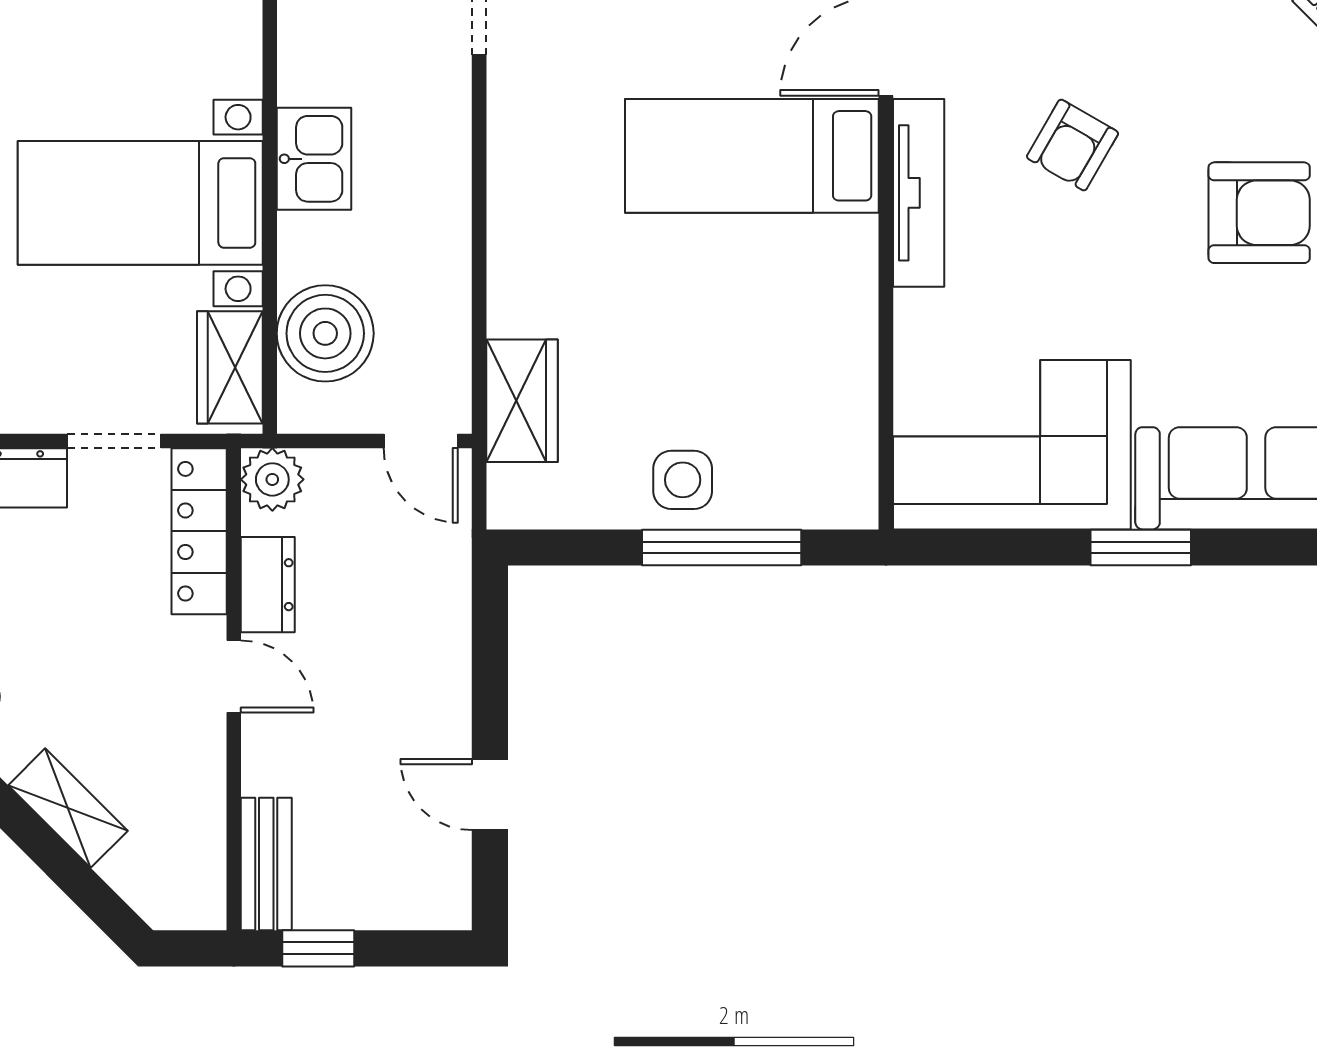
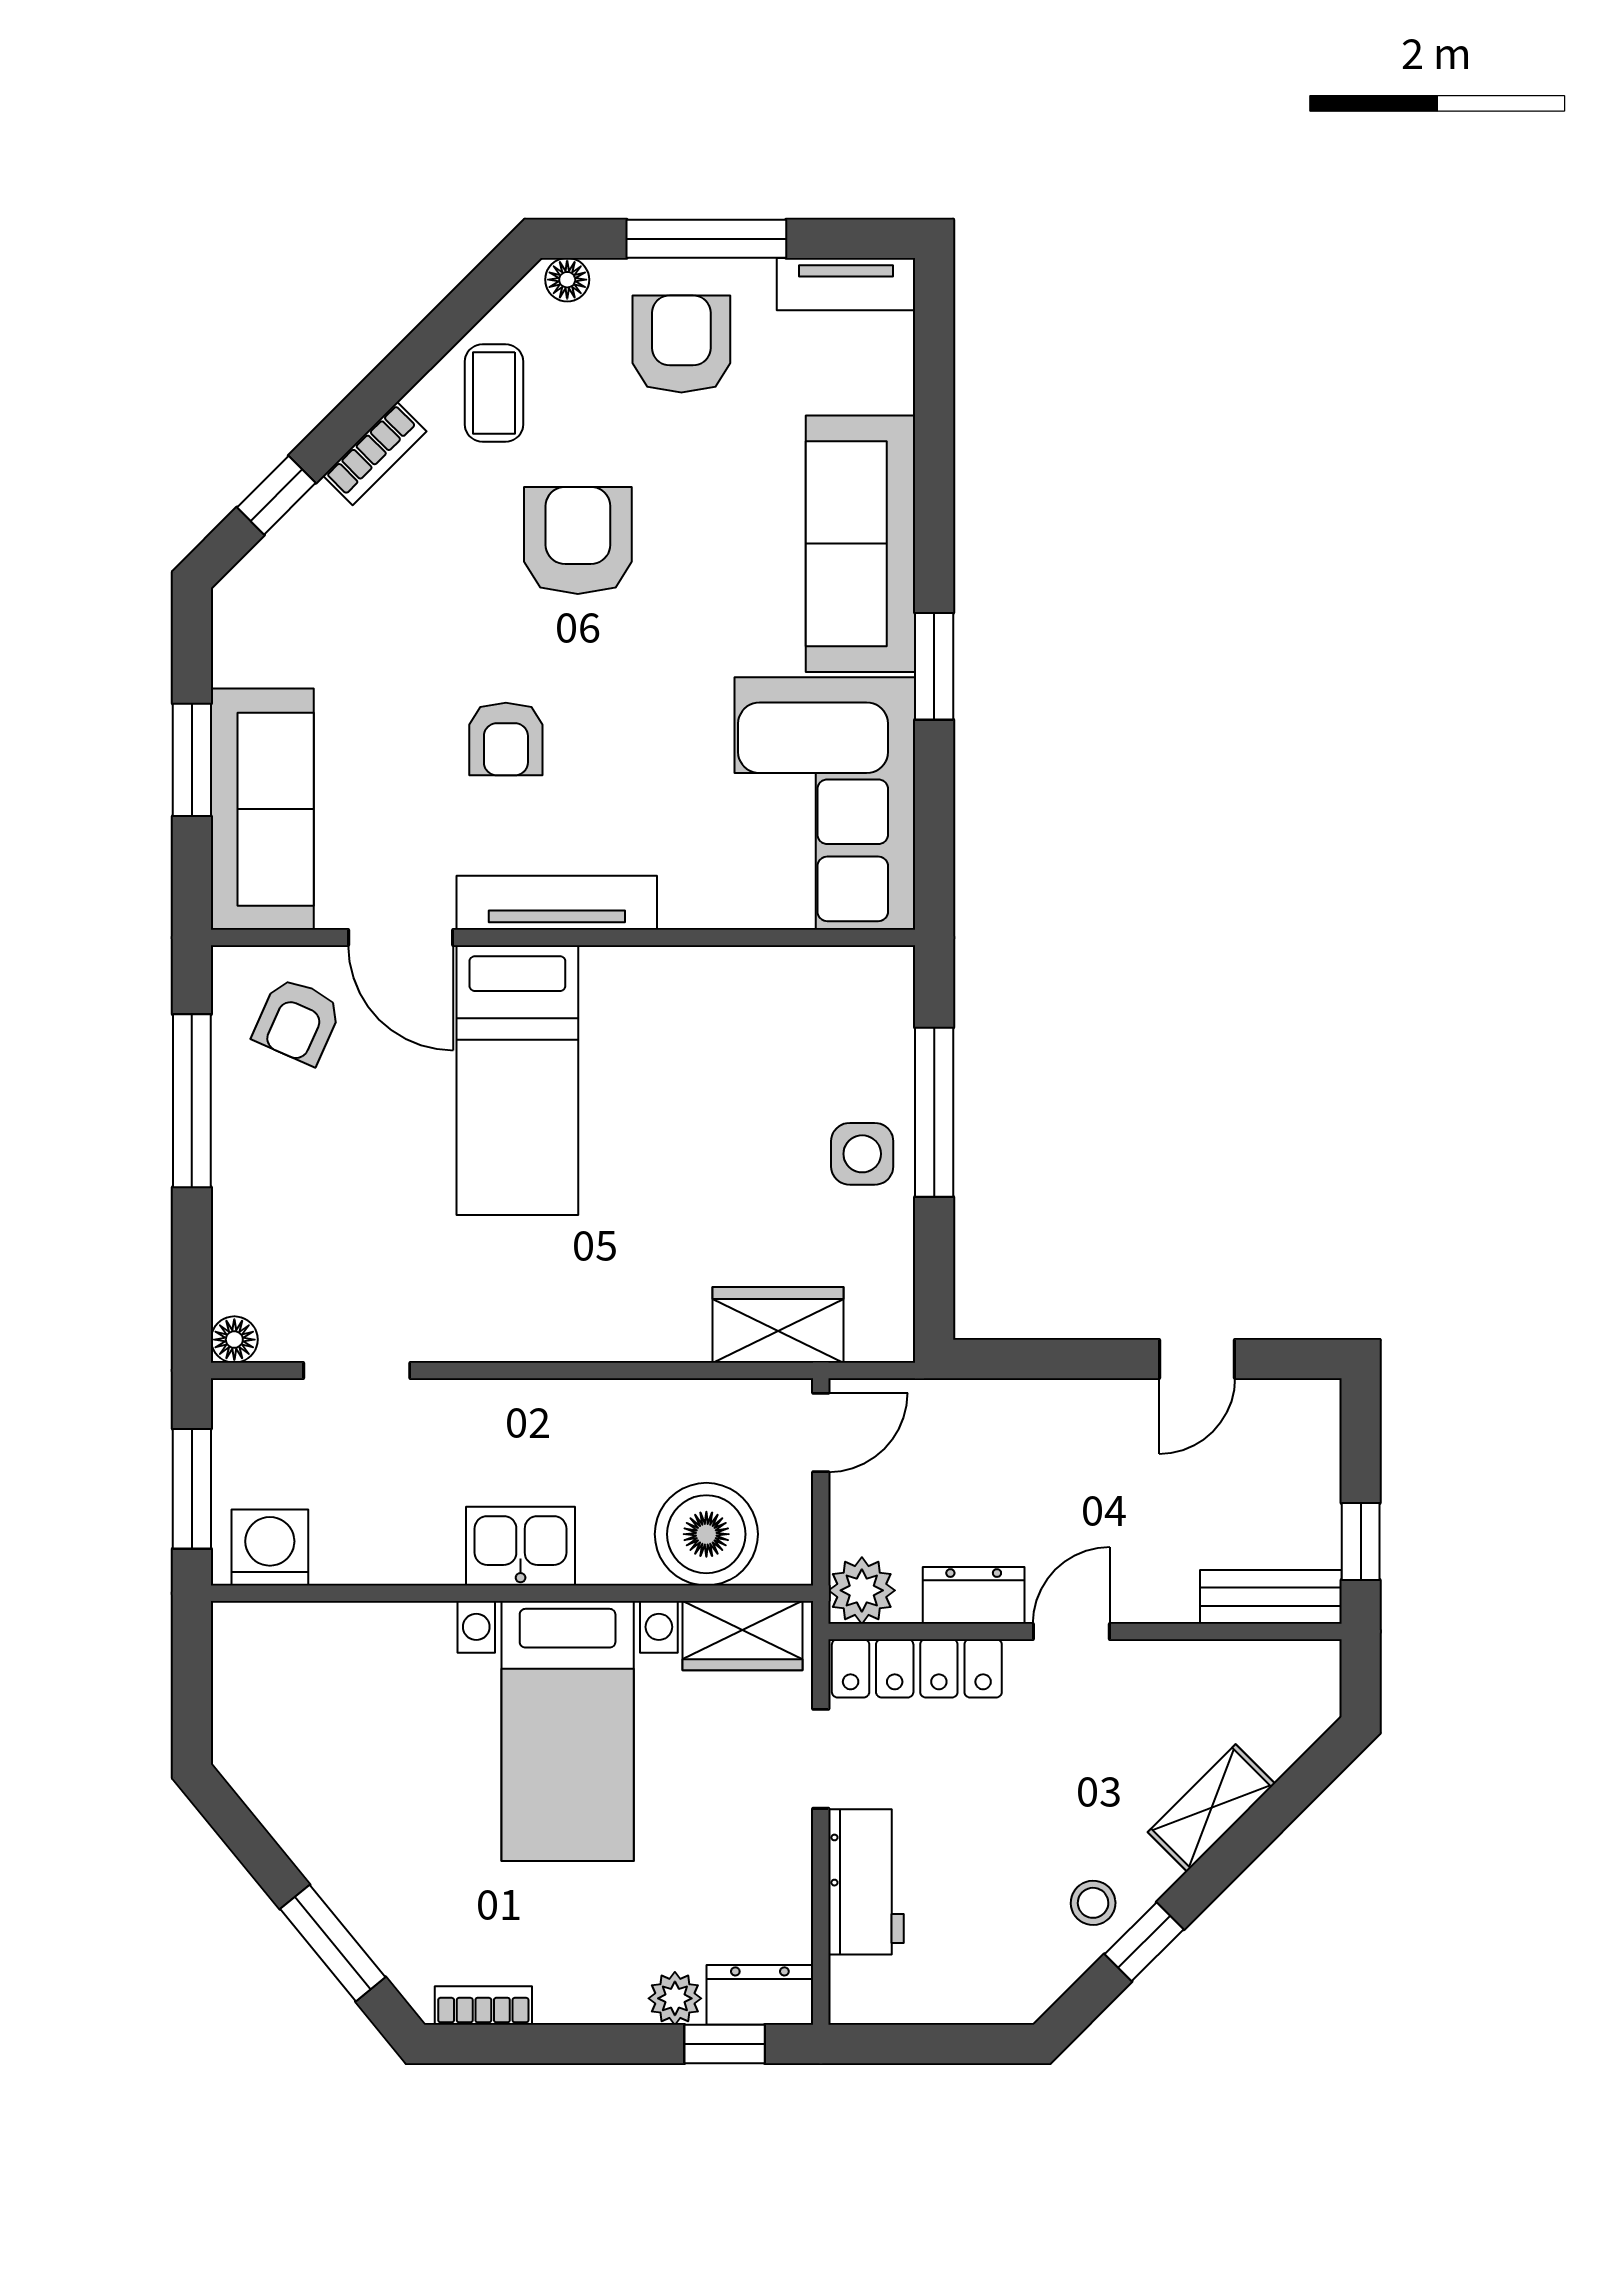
armchair: (1073, 145) -> (506, 739), turned 60

